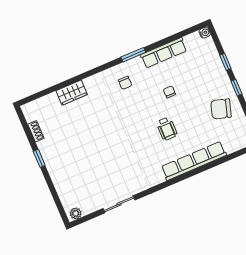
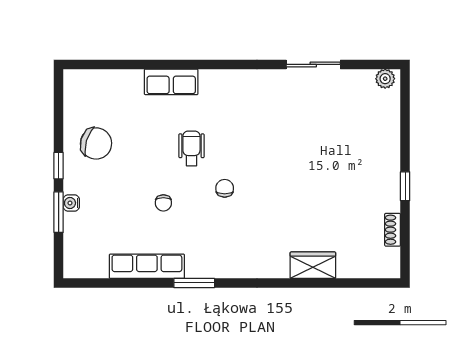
water cooler: (205, 33) -> (71, 203), moved
window: (225, 62) -> (59, 212), width x1.50
chair: (125, 83) -> (225, 188), moved
row of seats: (194, 161) -> (171, 82), width x0.50

